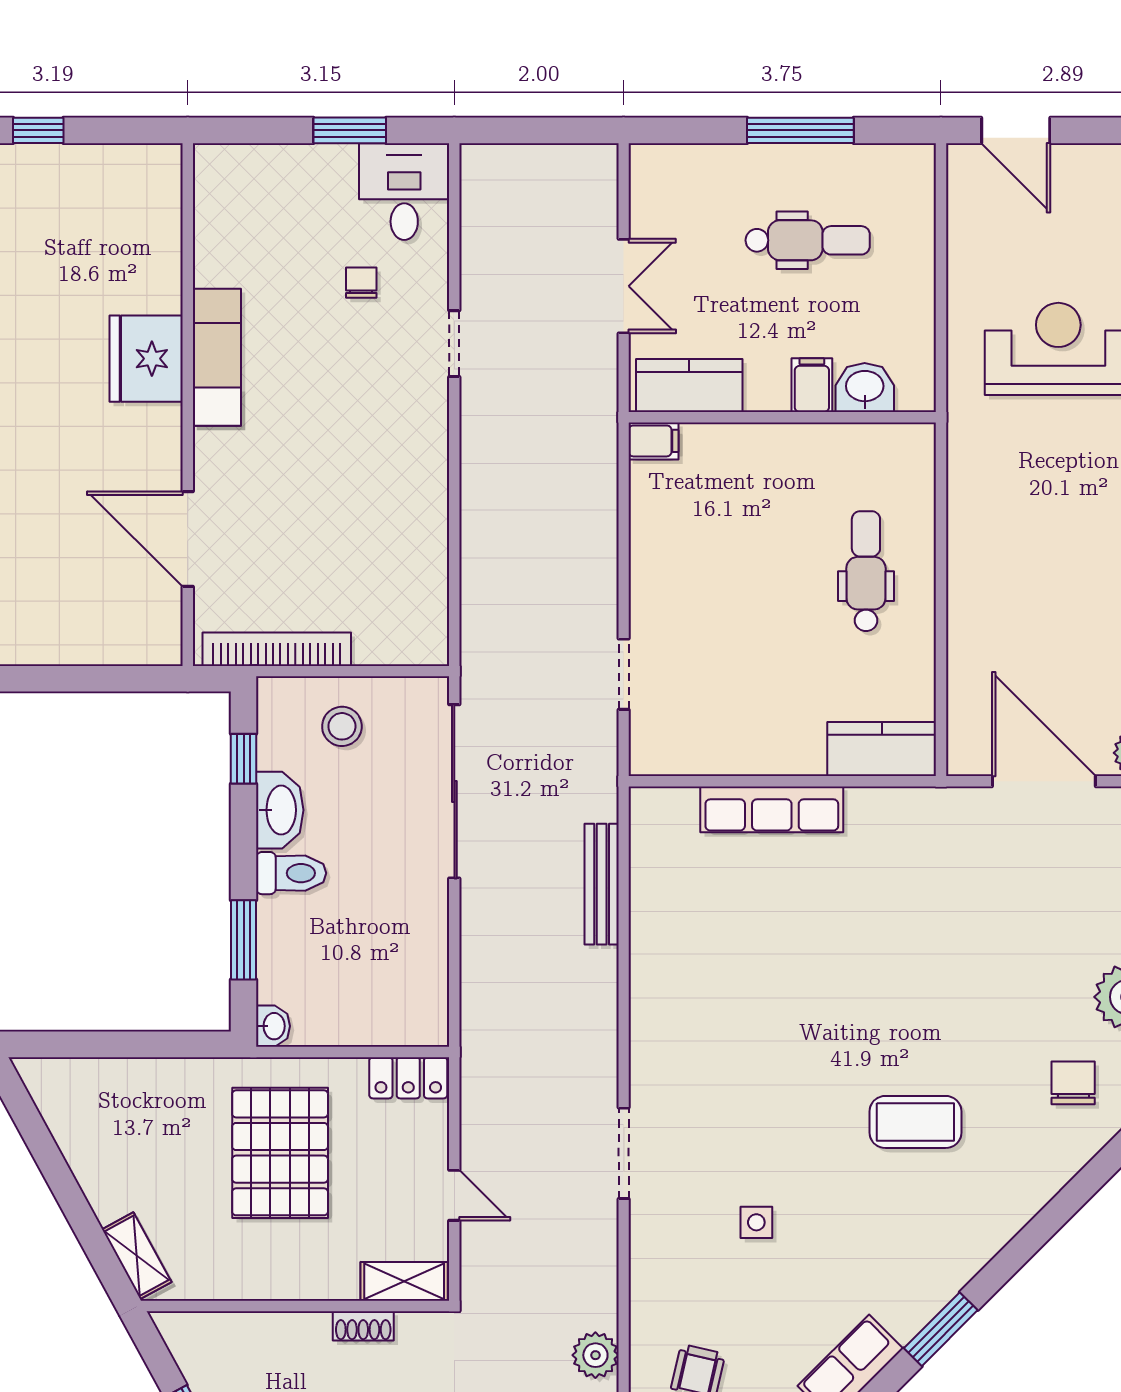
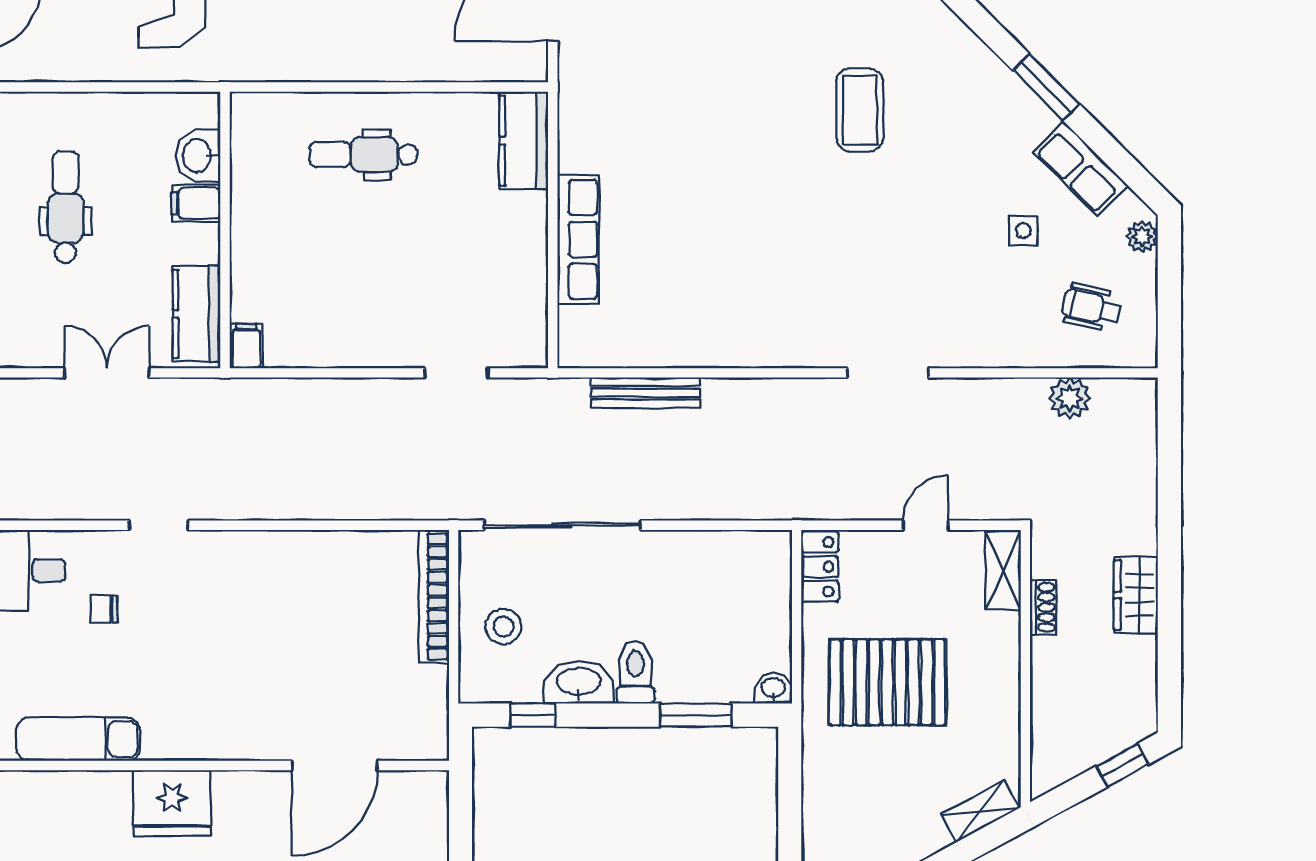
exam couch: (217, 357) -> (78, 739), moved
bookcase: (277, 649) -> (434, 597), moved
side table: (756, 1222) -> (1023, 231), moved

